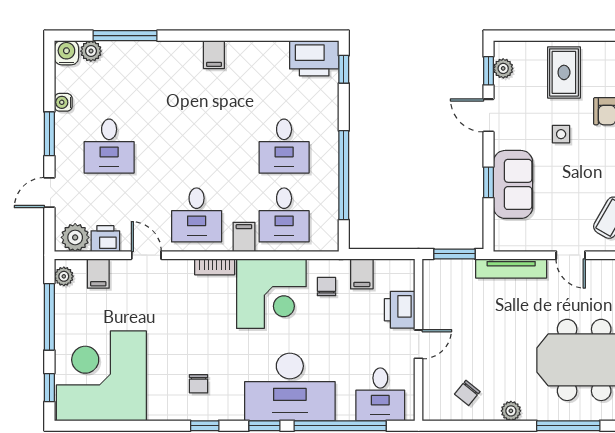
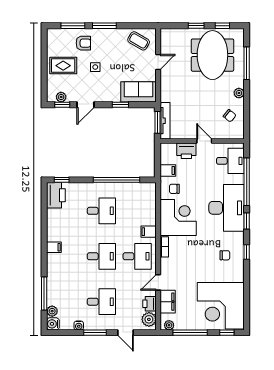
sofa: (513, 184) -> (139, 92), moved
desk: (284, 215) -> (101, 256), moved
tv unit: (511, 268) -> (165, 121), moved
filing cabinet: (98, 273) -> (168, 302), width x2.00

